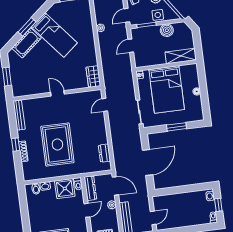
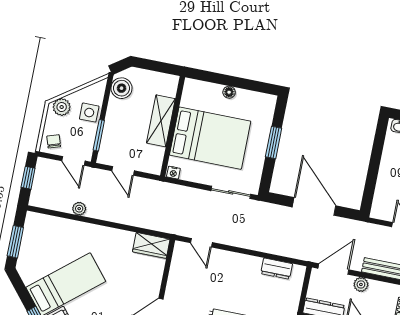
boiler: (167, 30) -> (122, 88), moved
shelving: (181, 56) -> (161, 121), moved

